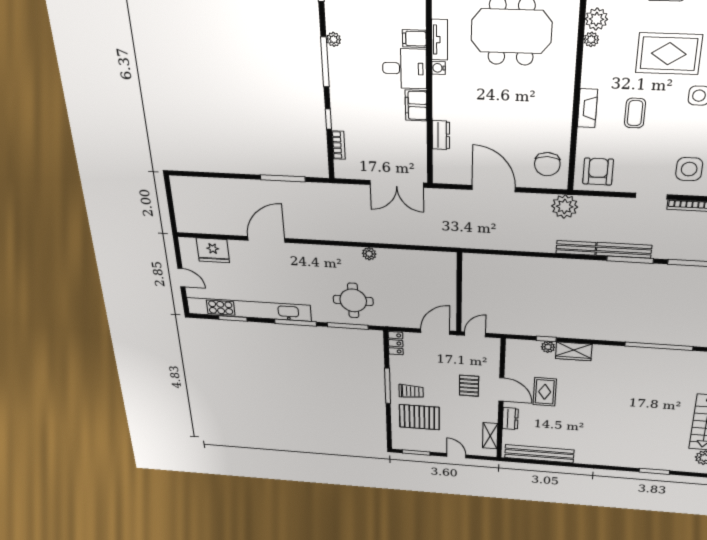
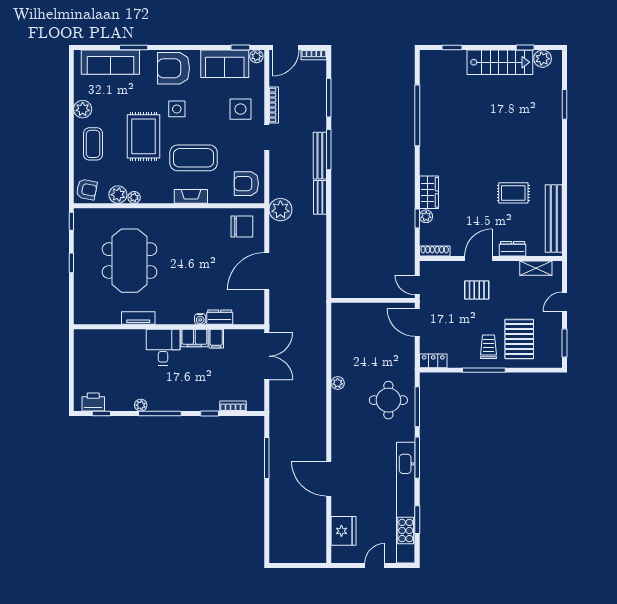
filing cabinet: (414, 39) -> (216, 339), moved
water cooler: (439, 68) -> (200, 319), moved
coffee table: (635, 113) -> (194, 158), width x1.86, depth x1.72
shoe rack: (511, 352) -> (435, 251), added
rug: (545, 392) -> (513, 193), moved

